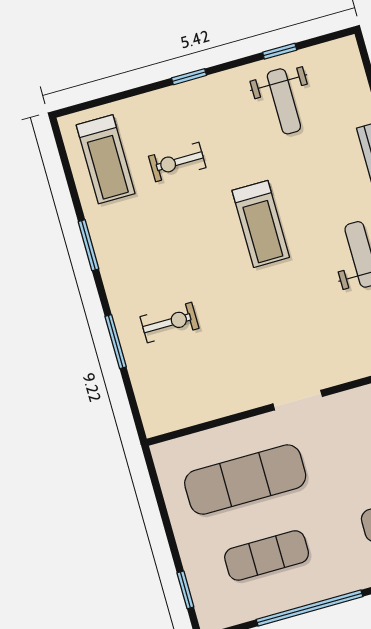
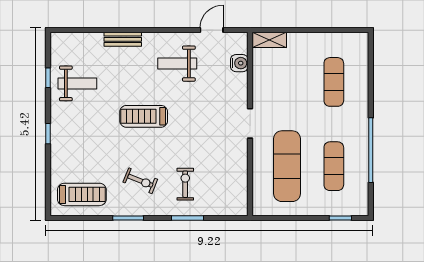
exercise bike: (177, 162) -> (140, 181), moved, turned -68
treadmill: (261, 224) -> (144, 116), turned 180

